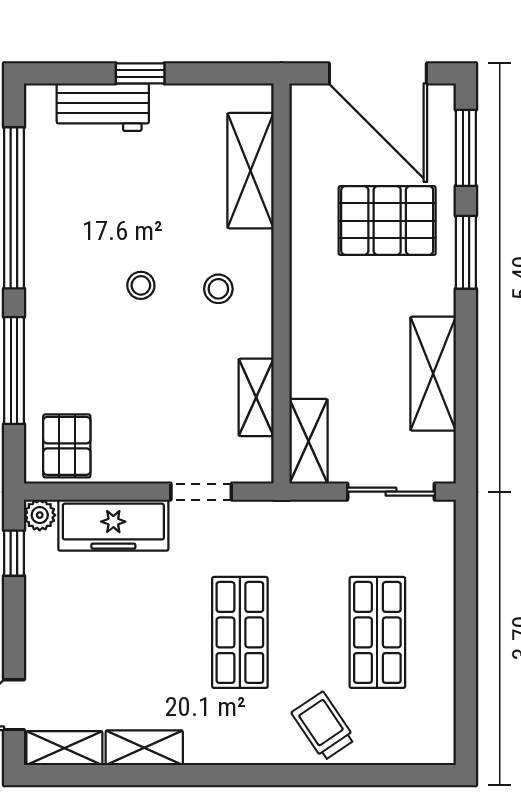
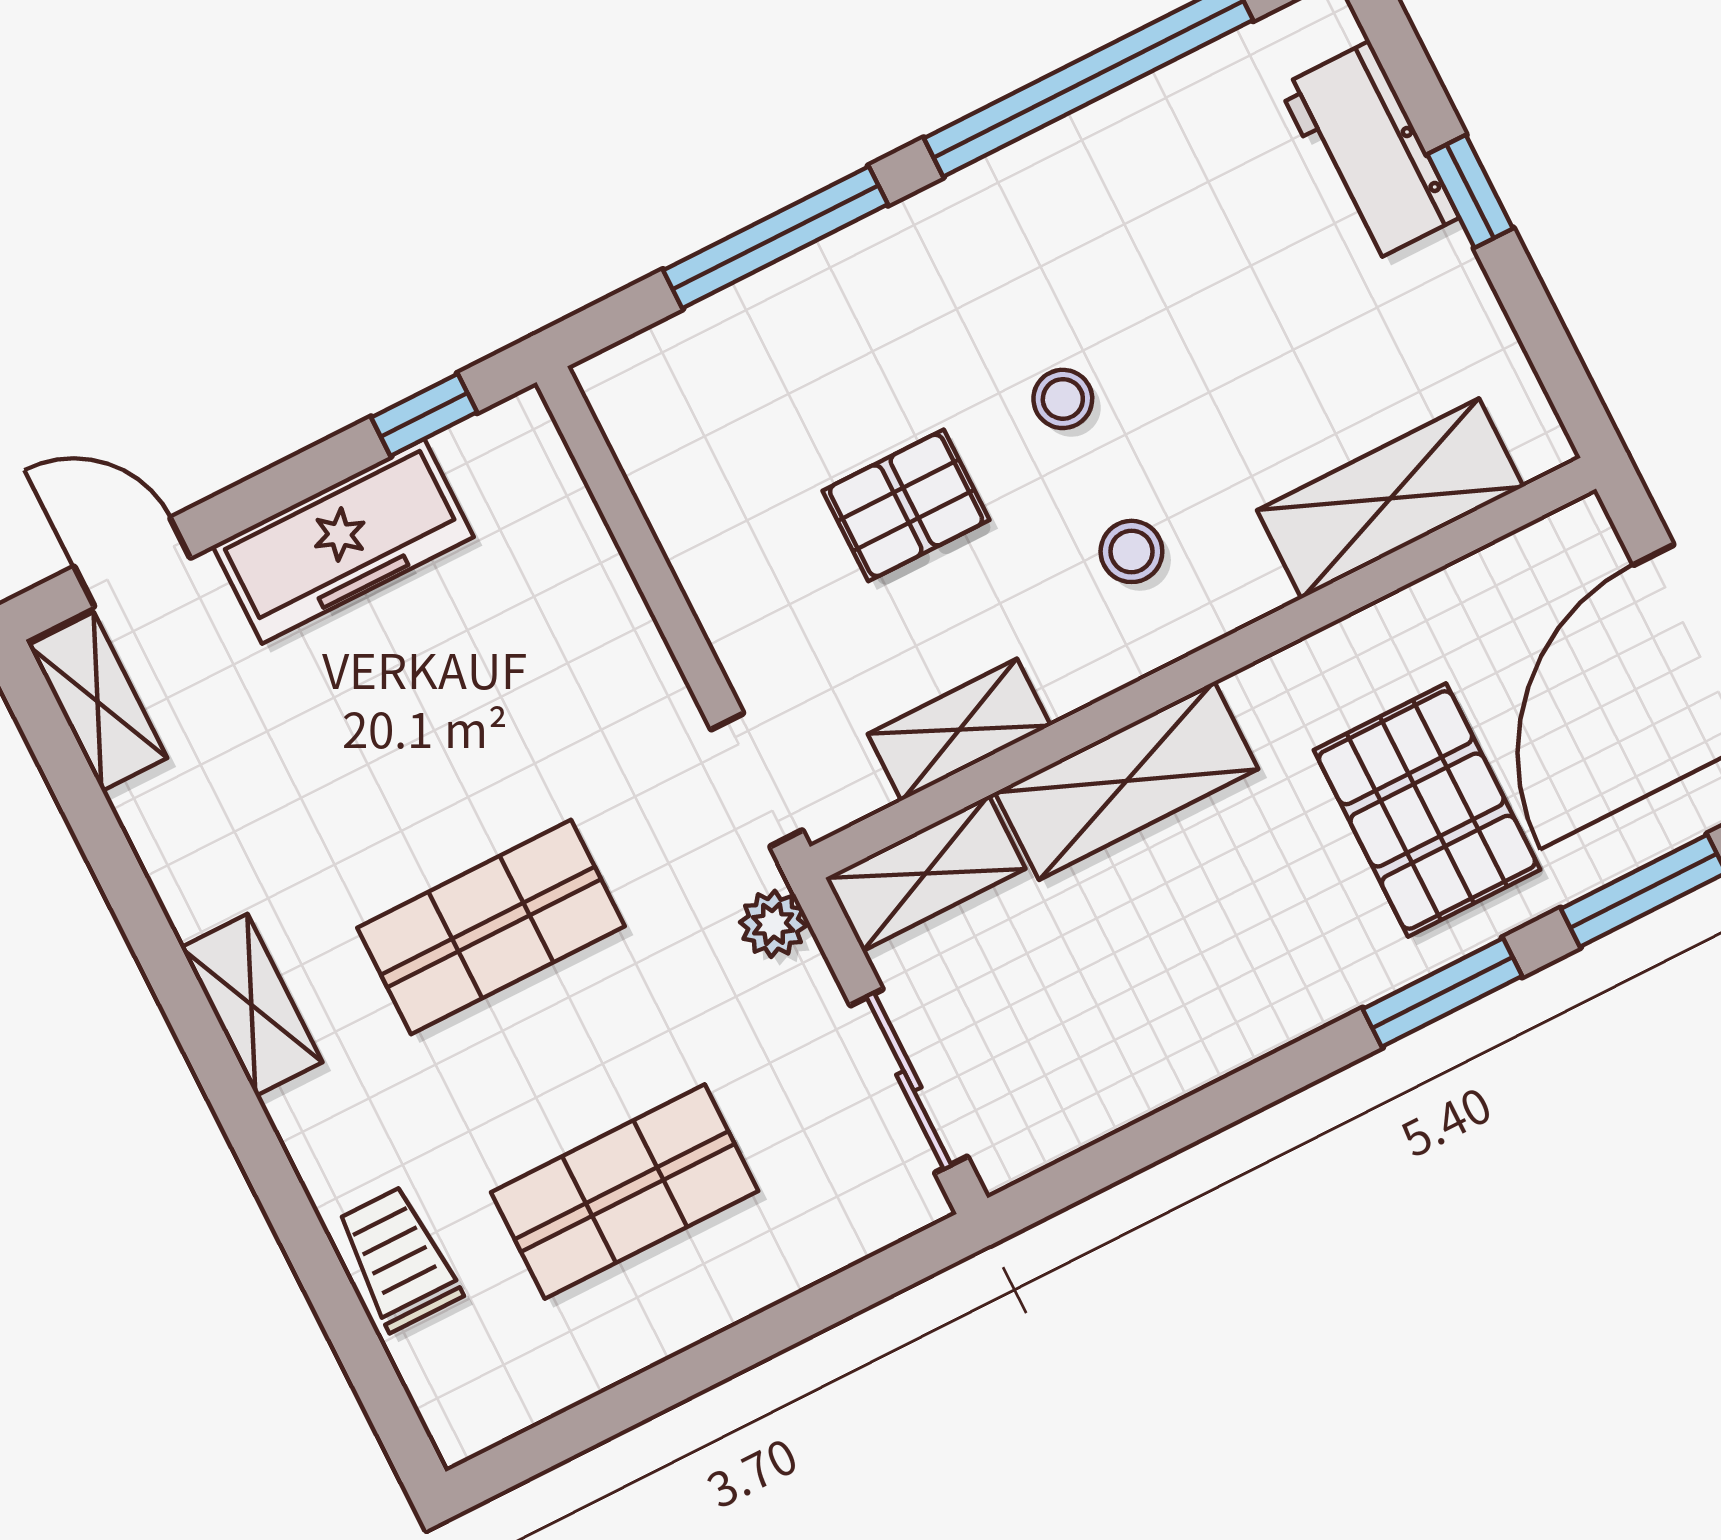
shelving: (433, 374) -> (1127, 781), moved
pallet: (67, 446) -> (906, 505), moved
doorway: (201, 492) -> (757, 780), moved
plant: (40, 515) -> (773, 924), moved
freezer: (113, 525) -> (343, 541), moved, turned -90
trolley: (323, 726) -> (399, 1259), moved, turned -56
shelving: (144, 748) -> (251, 1005), moved

